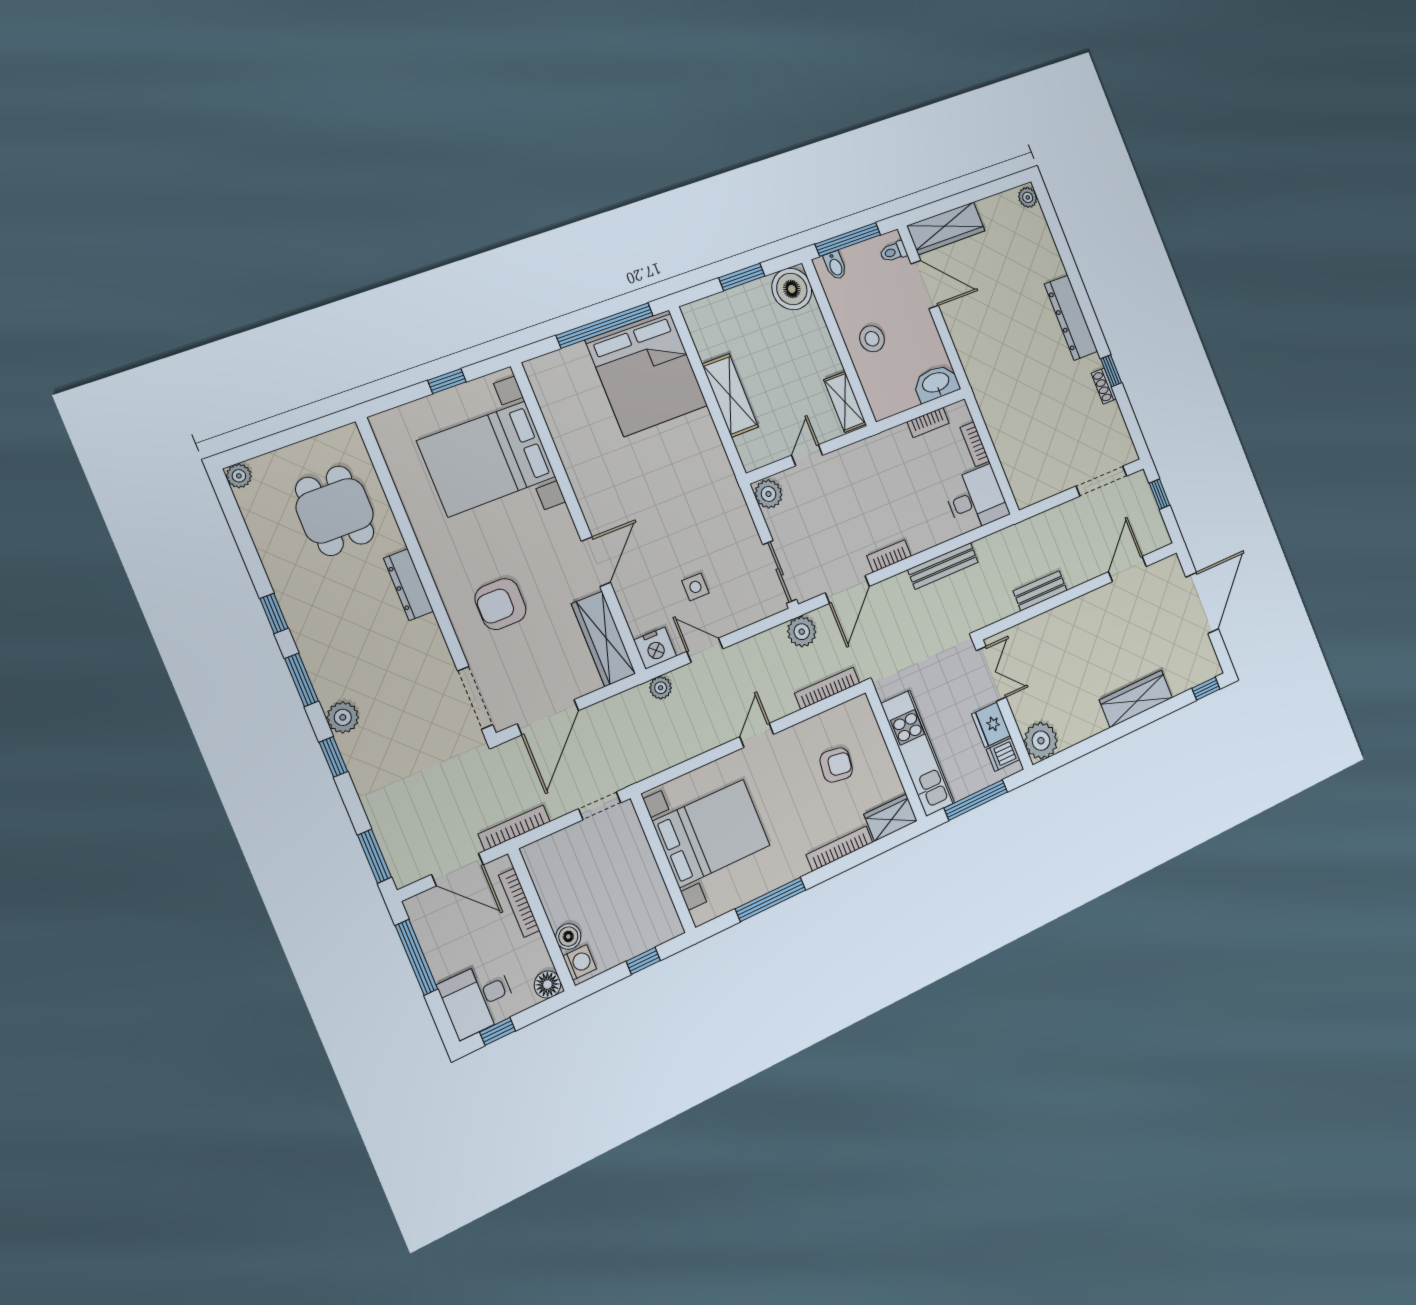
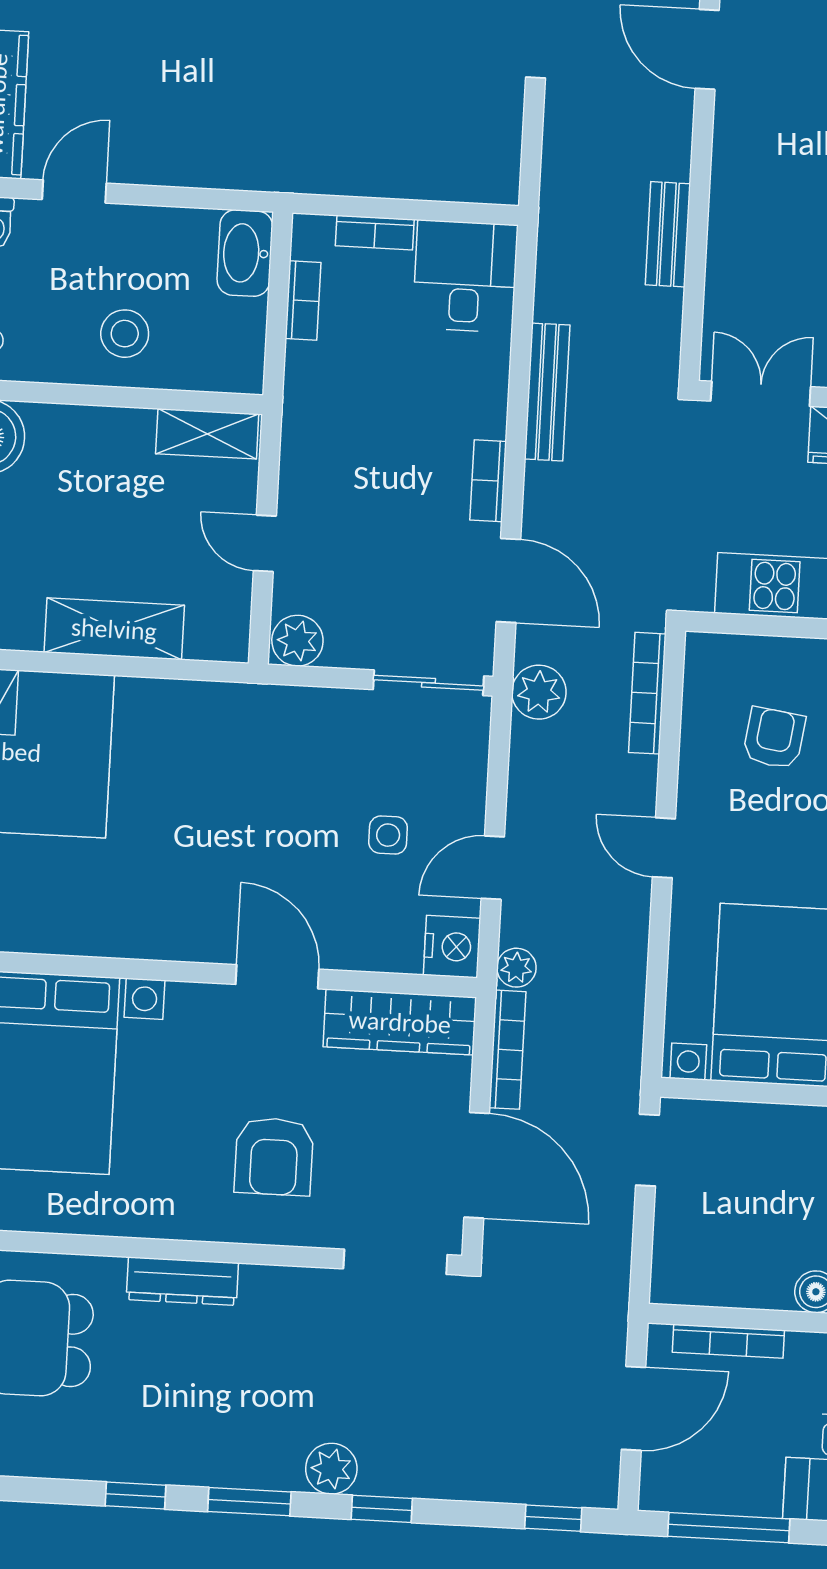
door: (925, 285) -> (74, 191), width x0.73
bookcase: (514, 828) -> (508, 1050), moved, turned 180
window: (375, 856) -> (553, 1518), width x0.67

